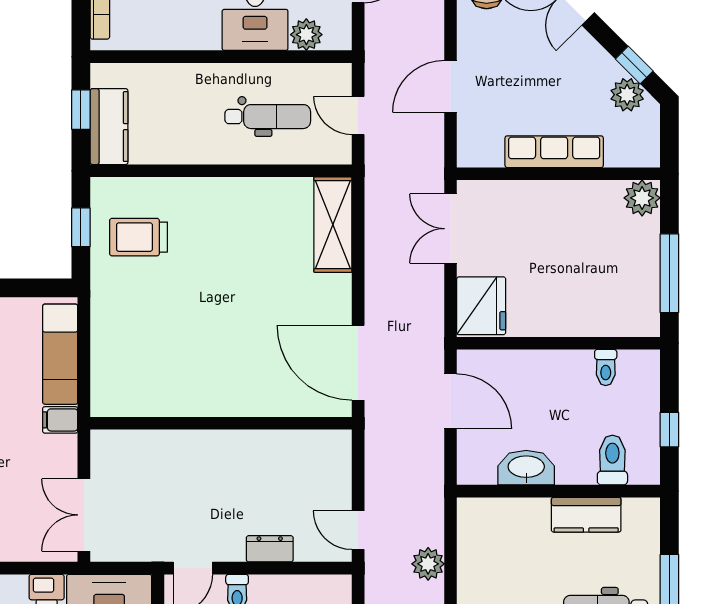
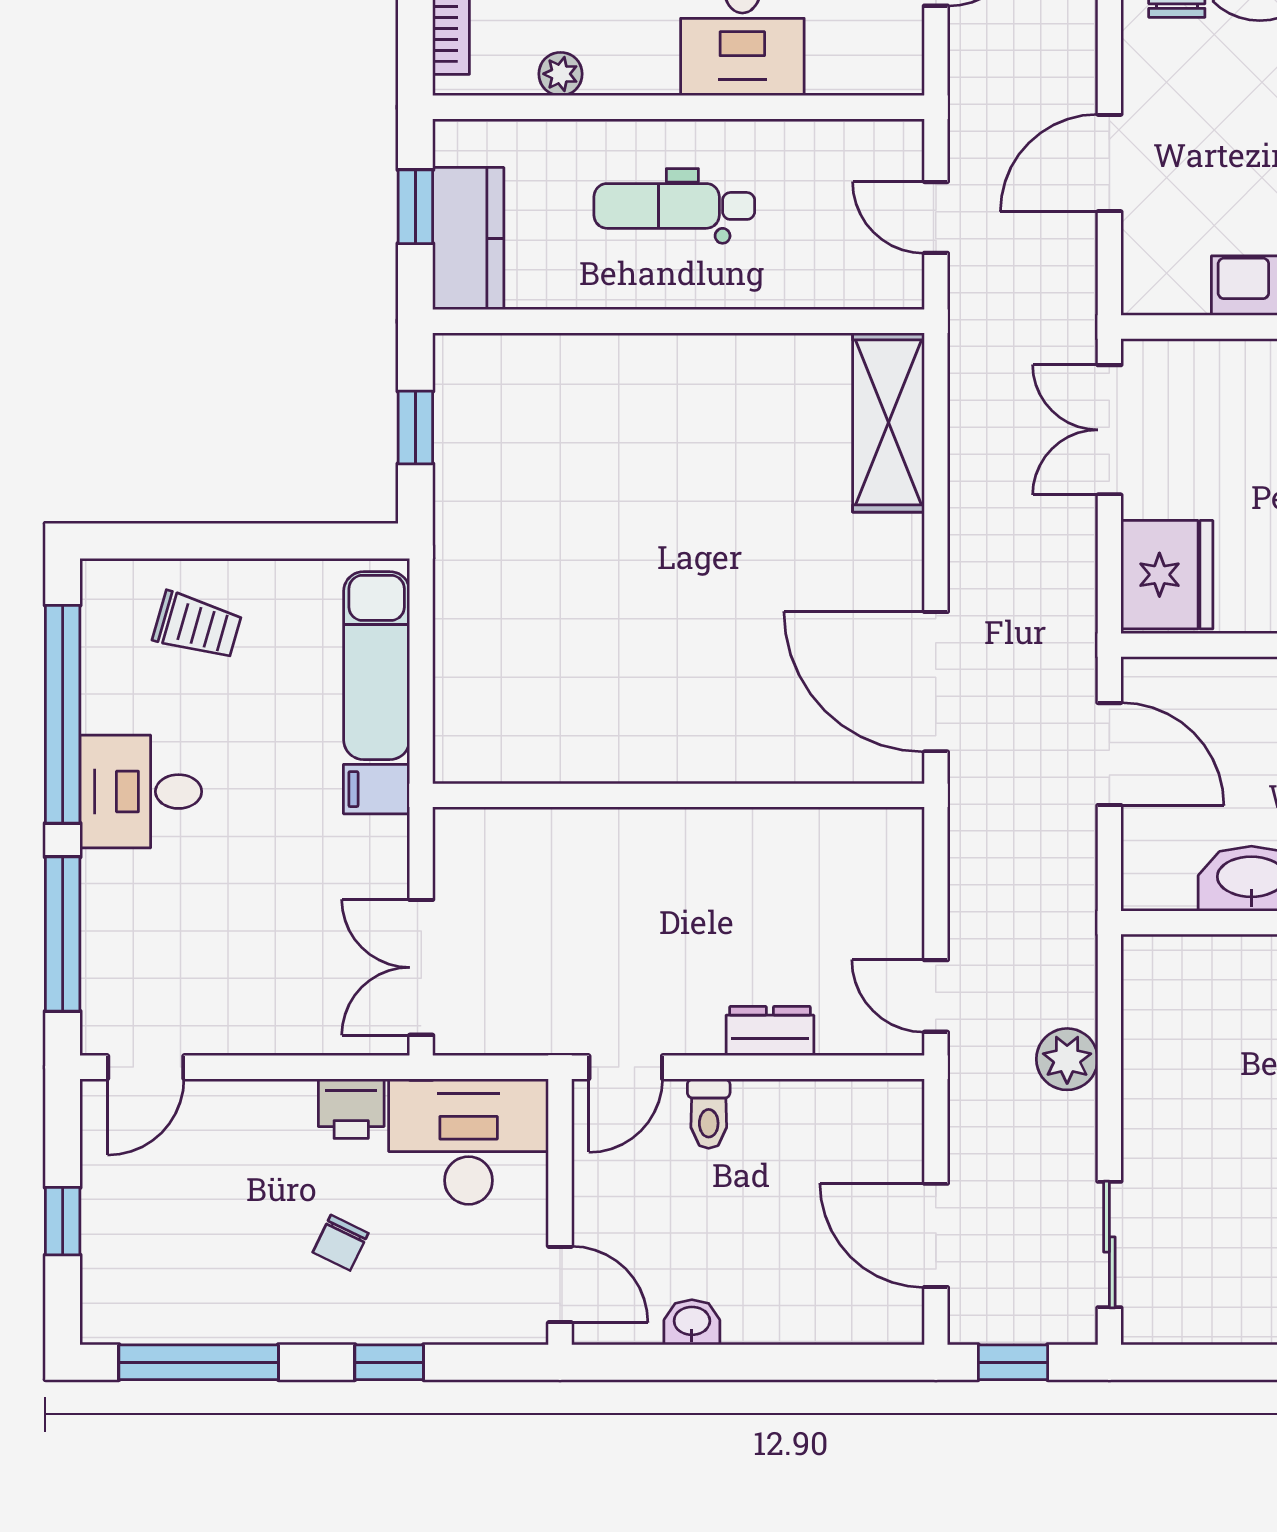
plant: (306, 35) -> (561, 74), moved, width x0.73, depth x0.73
dental chair: (268, 117) -> (674, 206), moved, turned 180
trolley: (139, 237) -> (524, 446), removed

